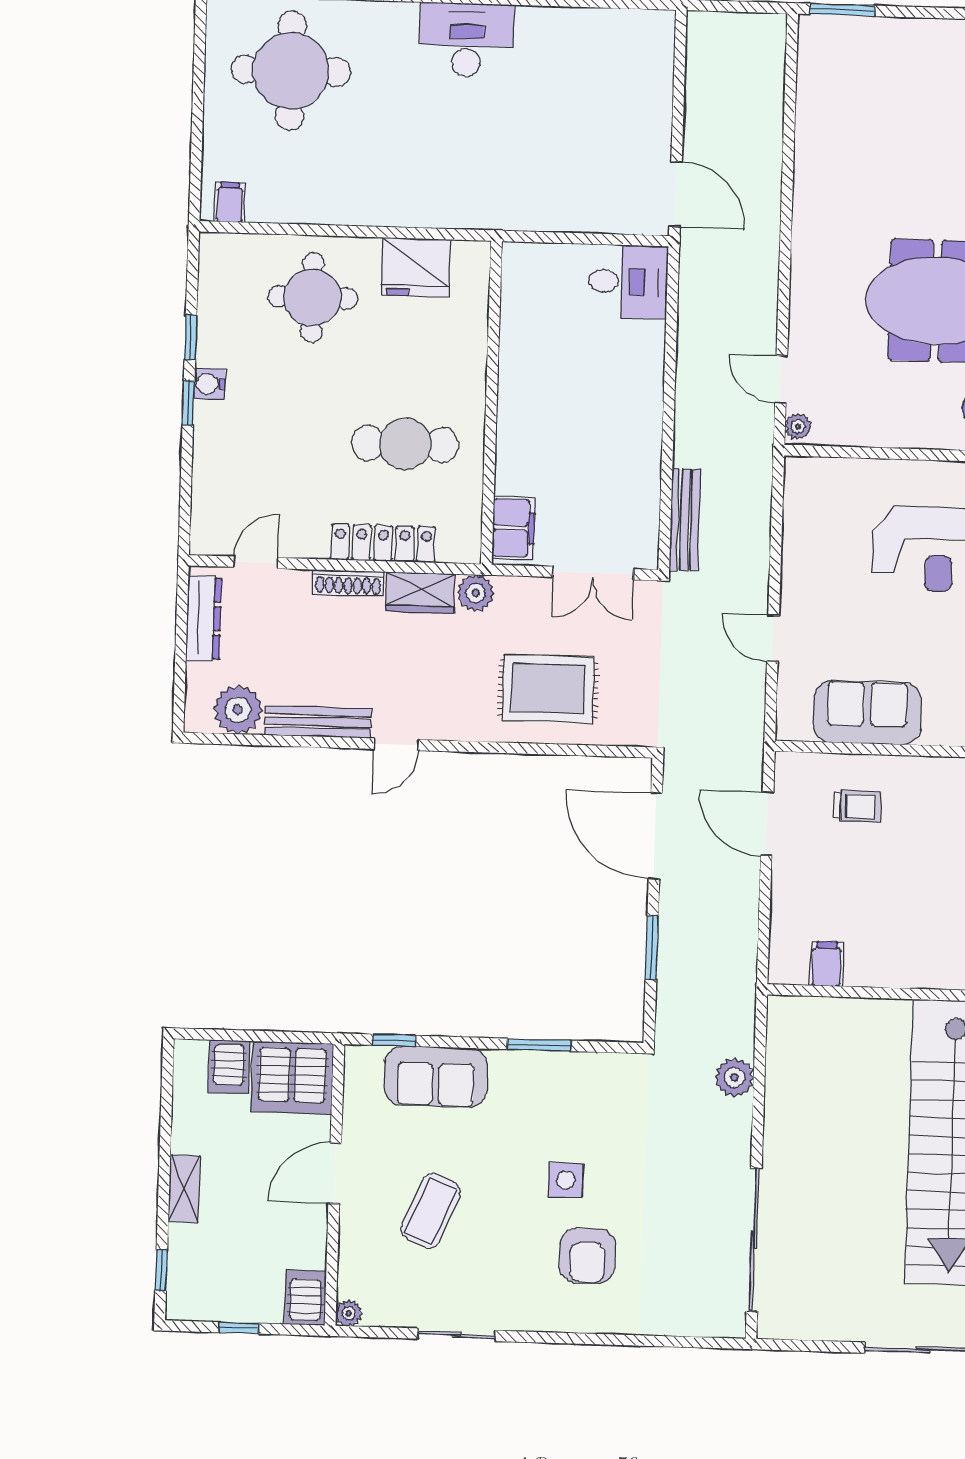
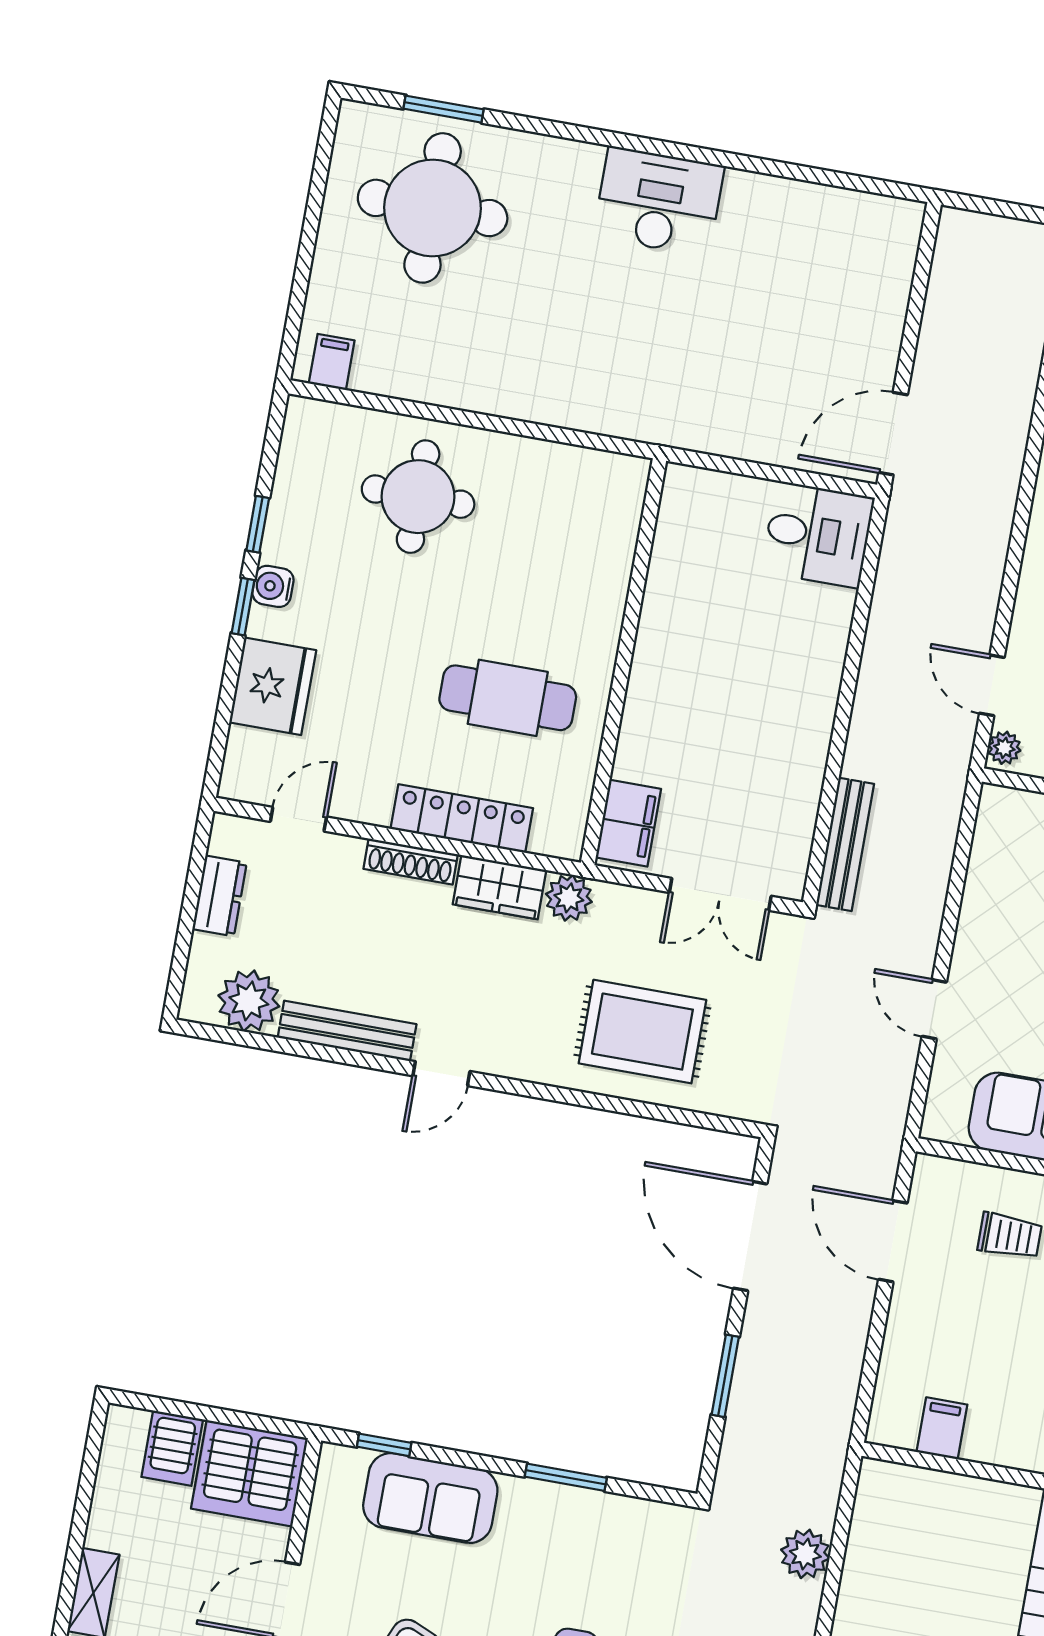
door: (675, 194) -> (893, 434), swing flipped
fridge: (416, 267) -> (273, 686), moved, turned -90
dresser: (204, 618) -> (220, 896), width x0.70

